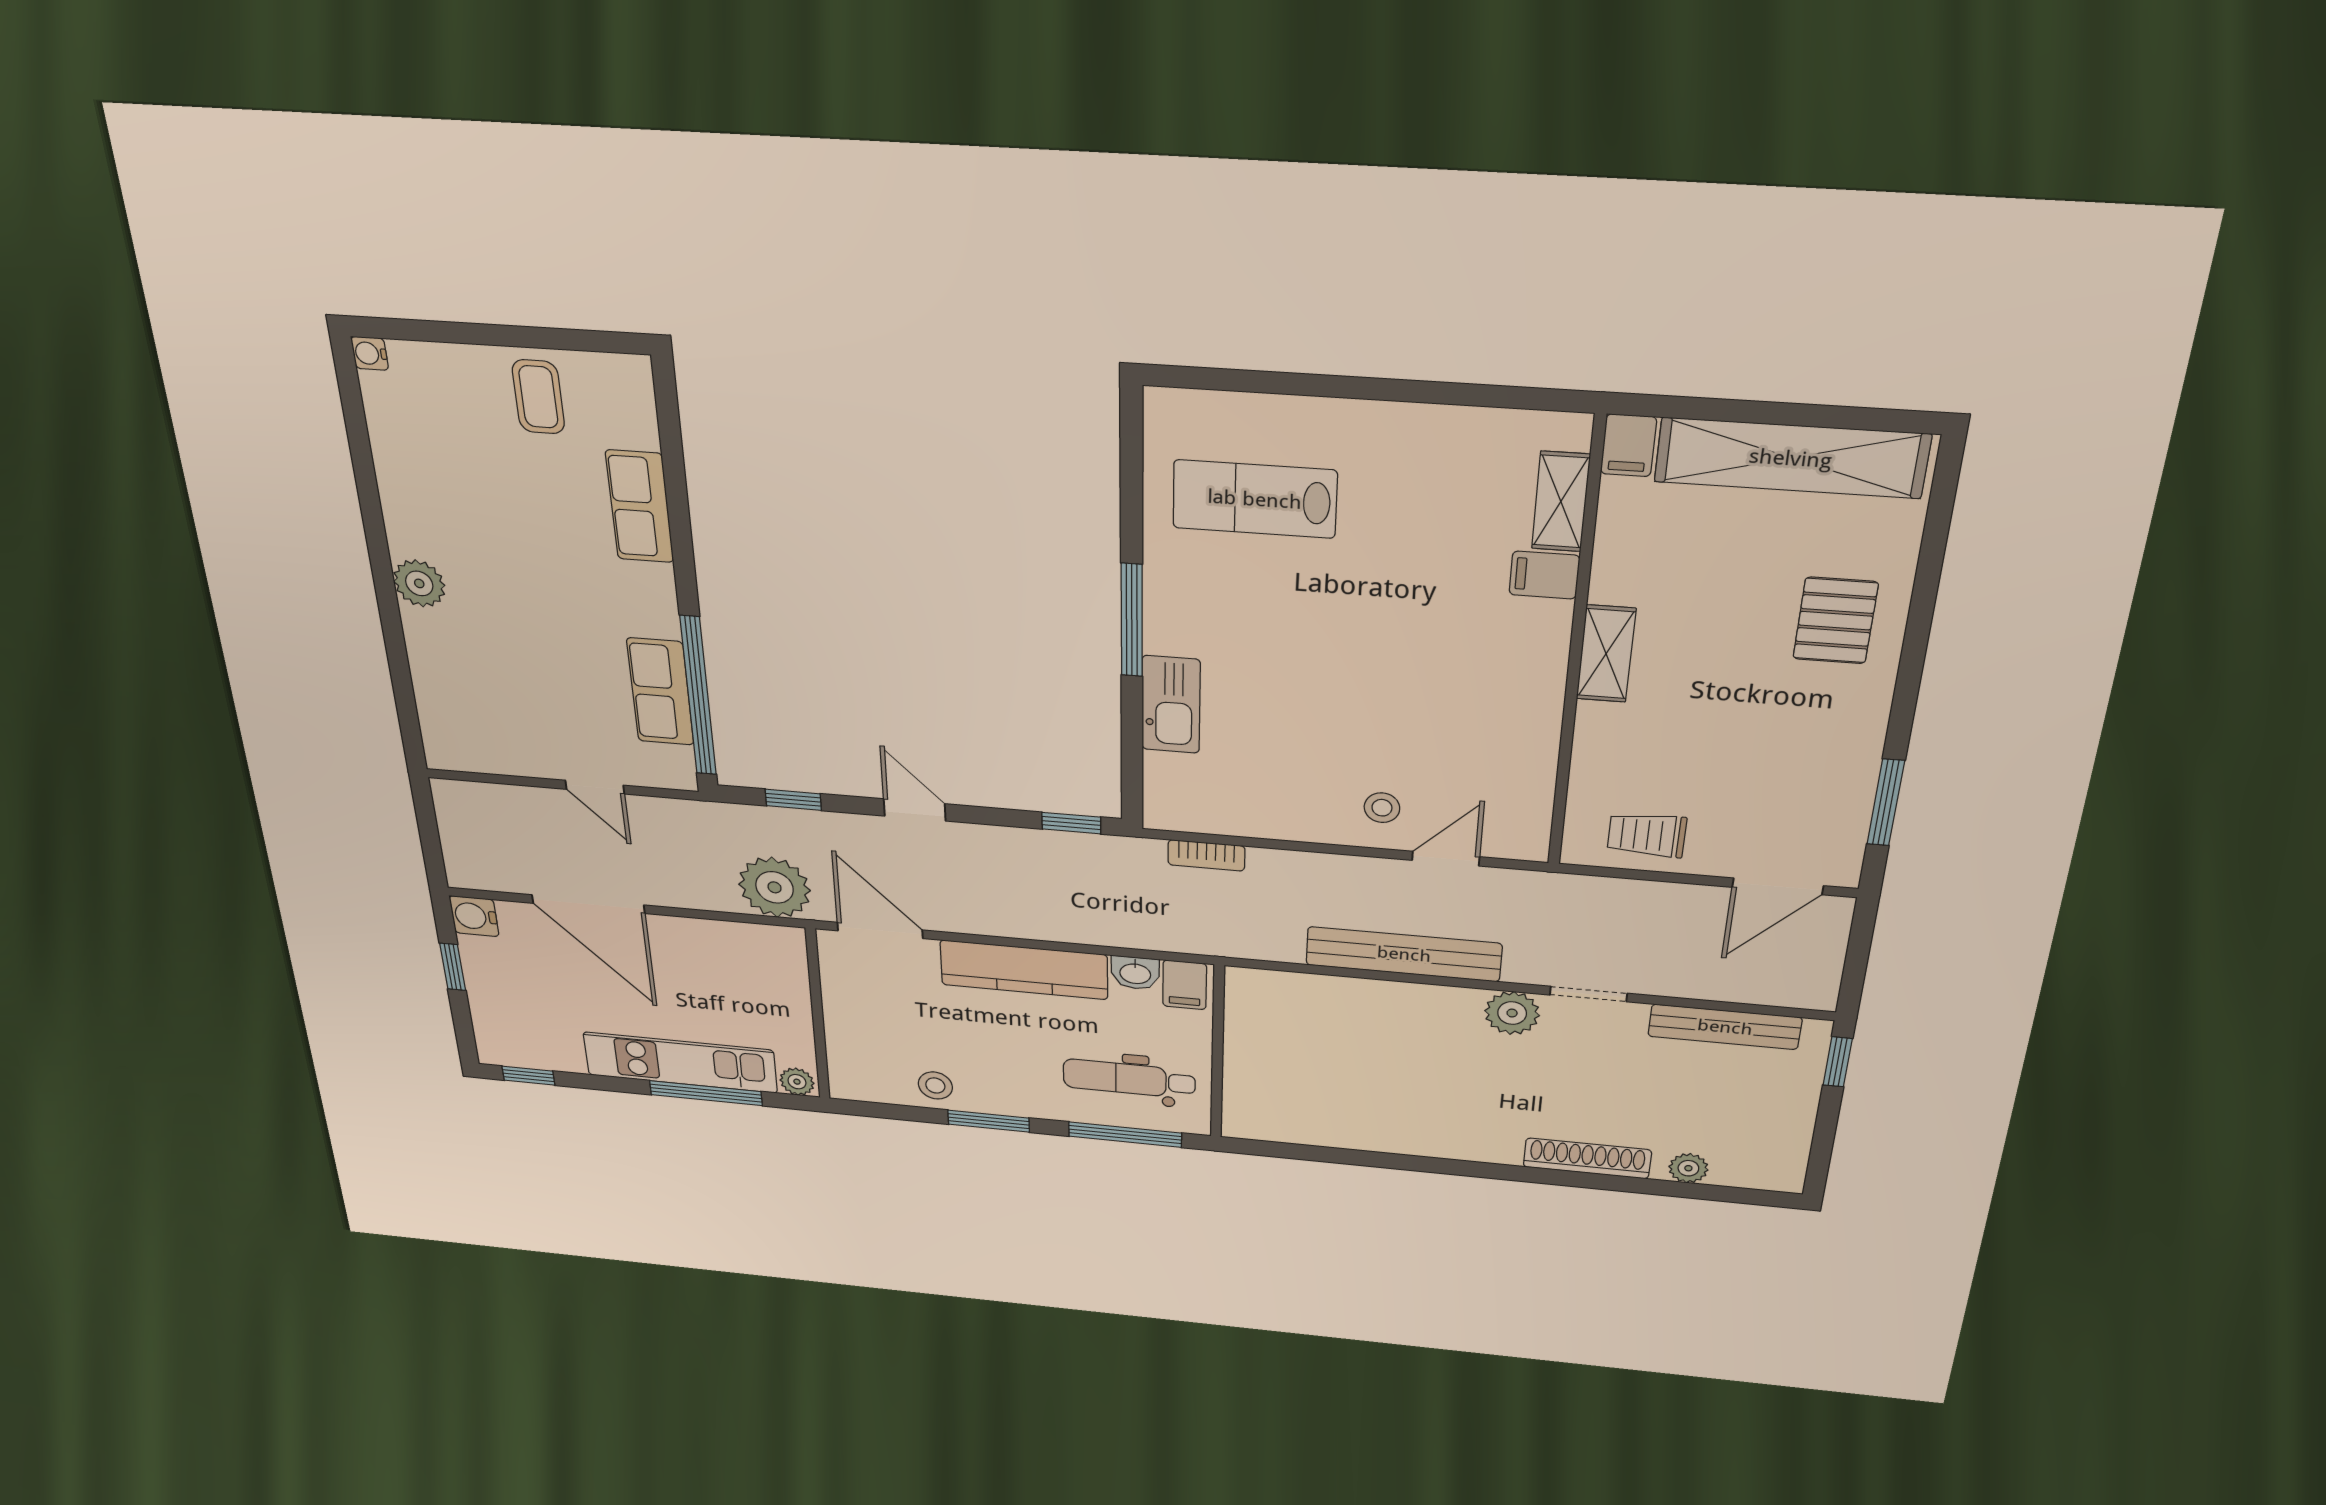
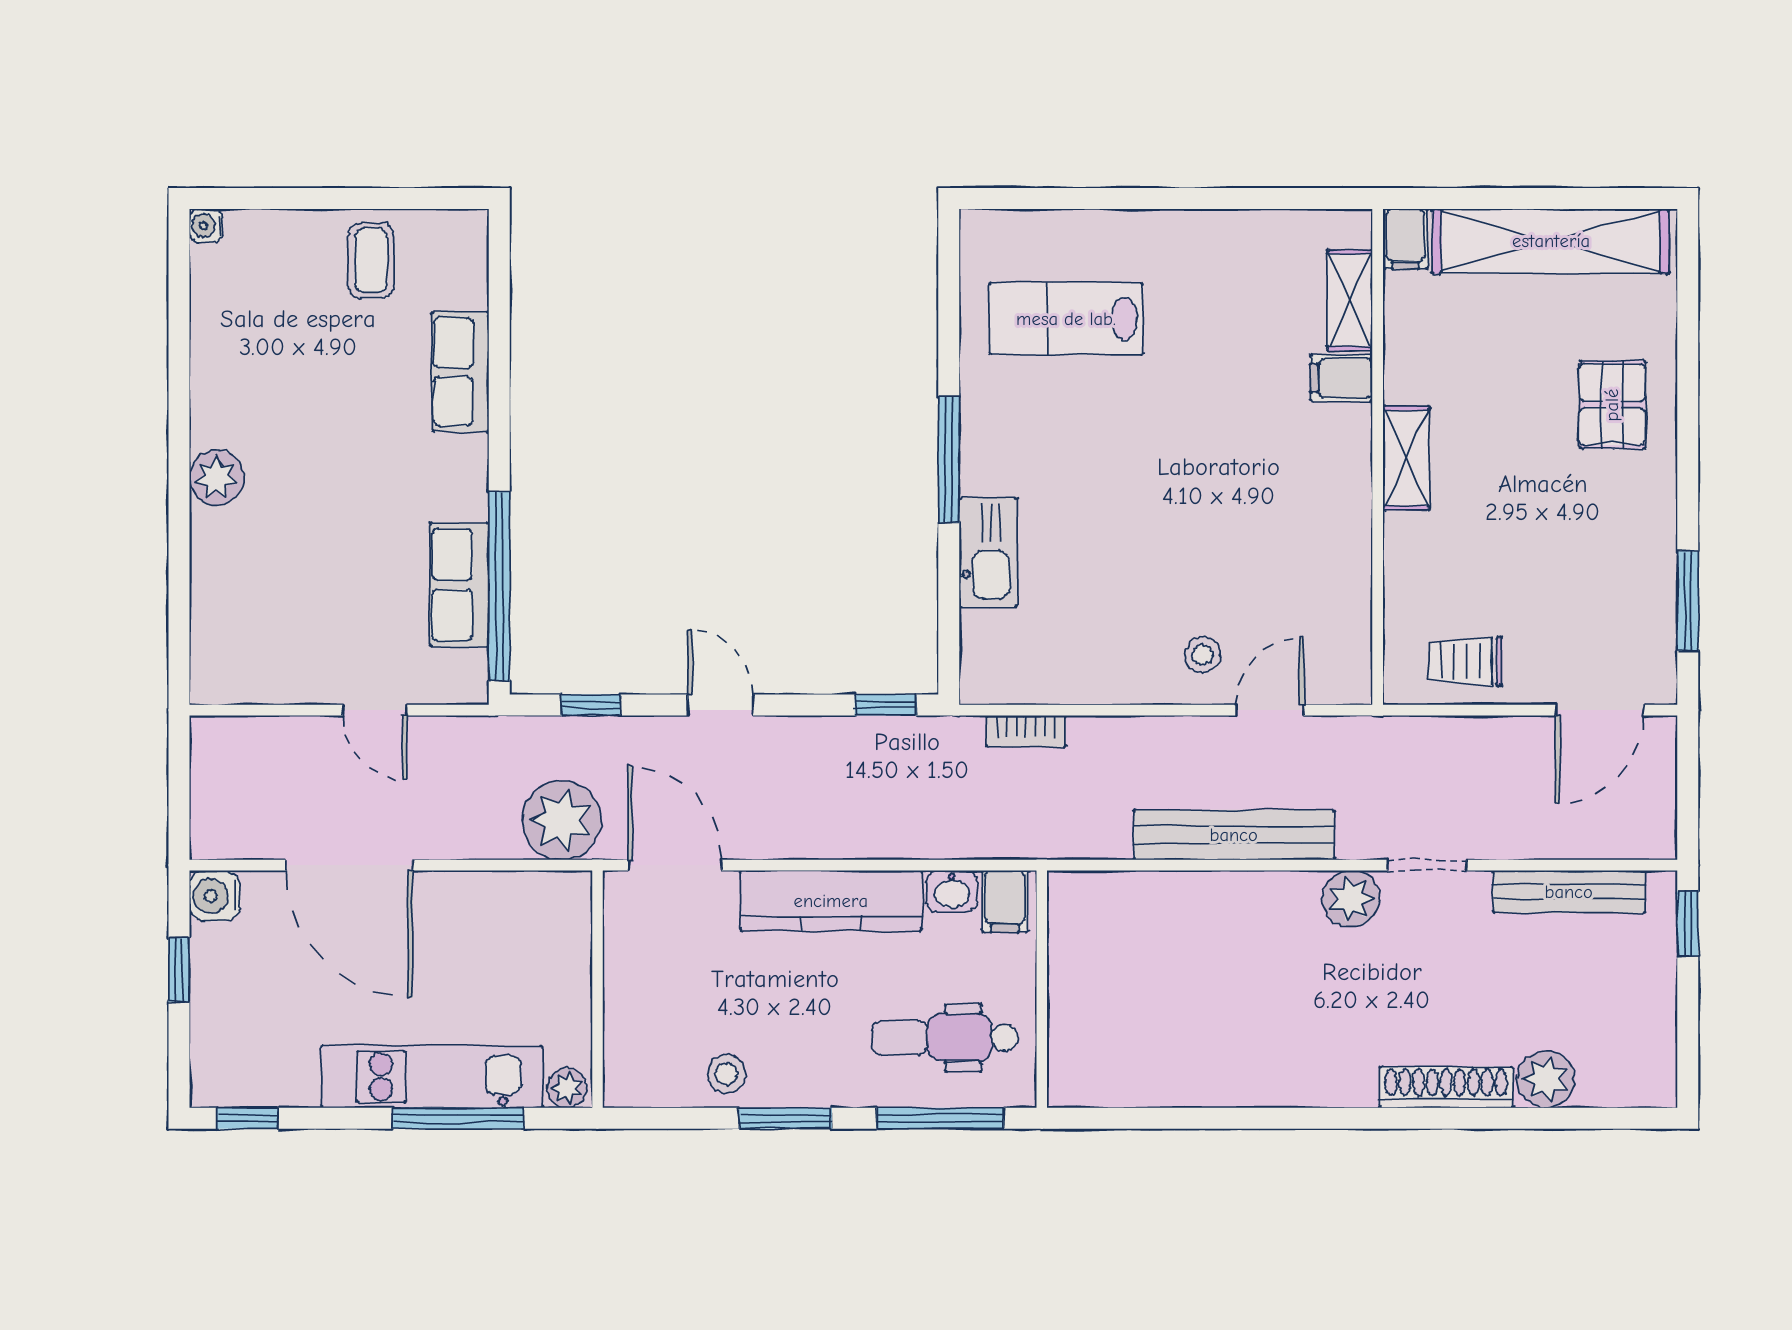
plant: (1688, 1168) -> (1546, 1079), width x1.38, depth x1.38

